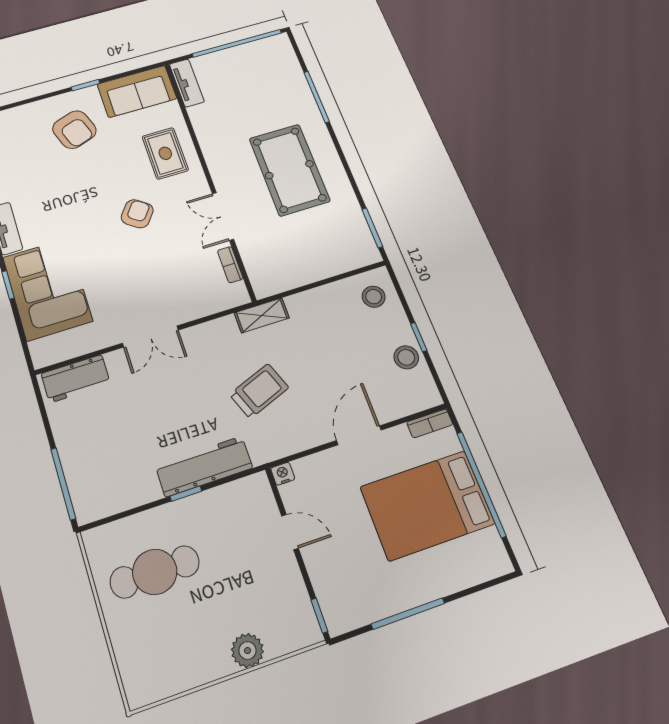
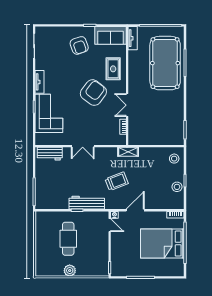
pool table: (289, 170) -> (165, 63), moved, width x1.36, depth x1.32
armchair: (137, 214) -> (93, 93), width x1.88, depth x1.88
door: (359, 435) -> (135, 210), moved
door: (290, 532) -> (110, 225), moved
cafe table: (155, 572) -> (68, 239), moved, turned 90
plant: (247, 651) -> (70, 271), moved

